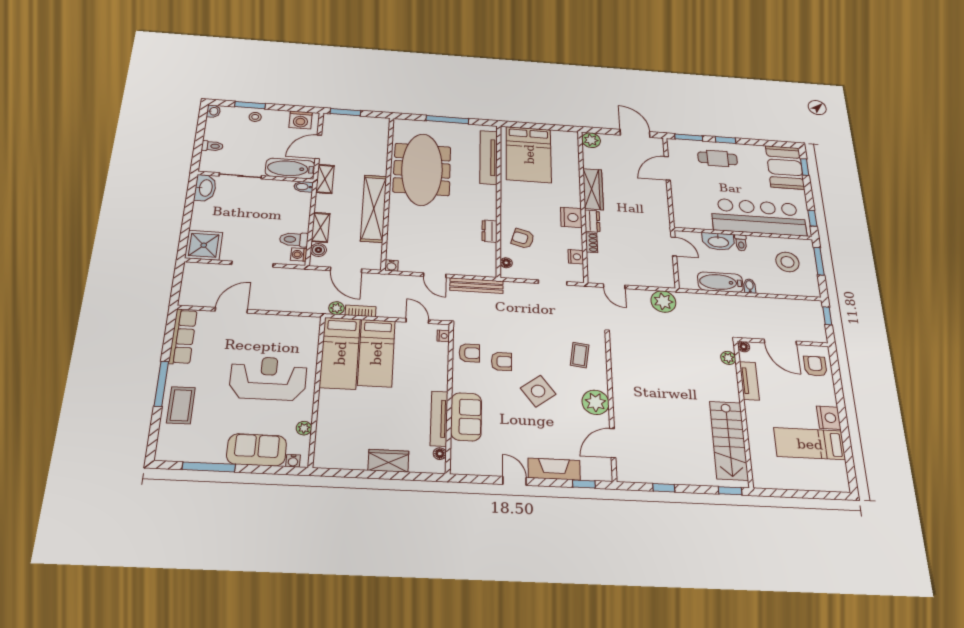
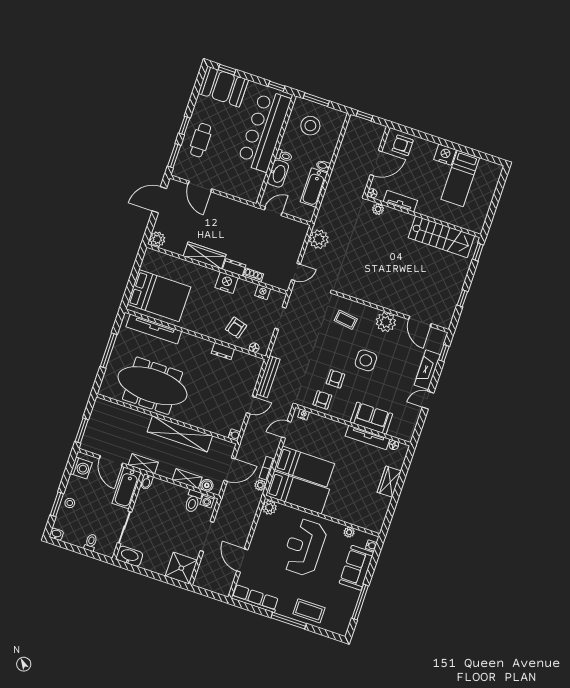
plant: (310, 325) -> (269, 507), added
side table: (538, 391) -> (366, 360), turned 37

